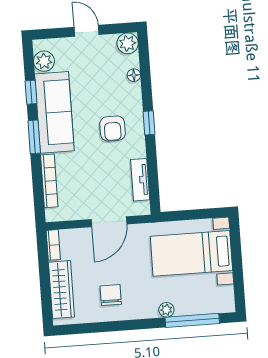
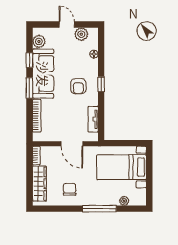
plant: (128, 43) -> (81, 34), moved
door: (109, 222) -> (72, 144), hinge flipped
plant: (166, 310) -> (124, 201), moved
window: (192, 320) -> (99, 209), moved

